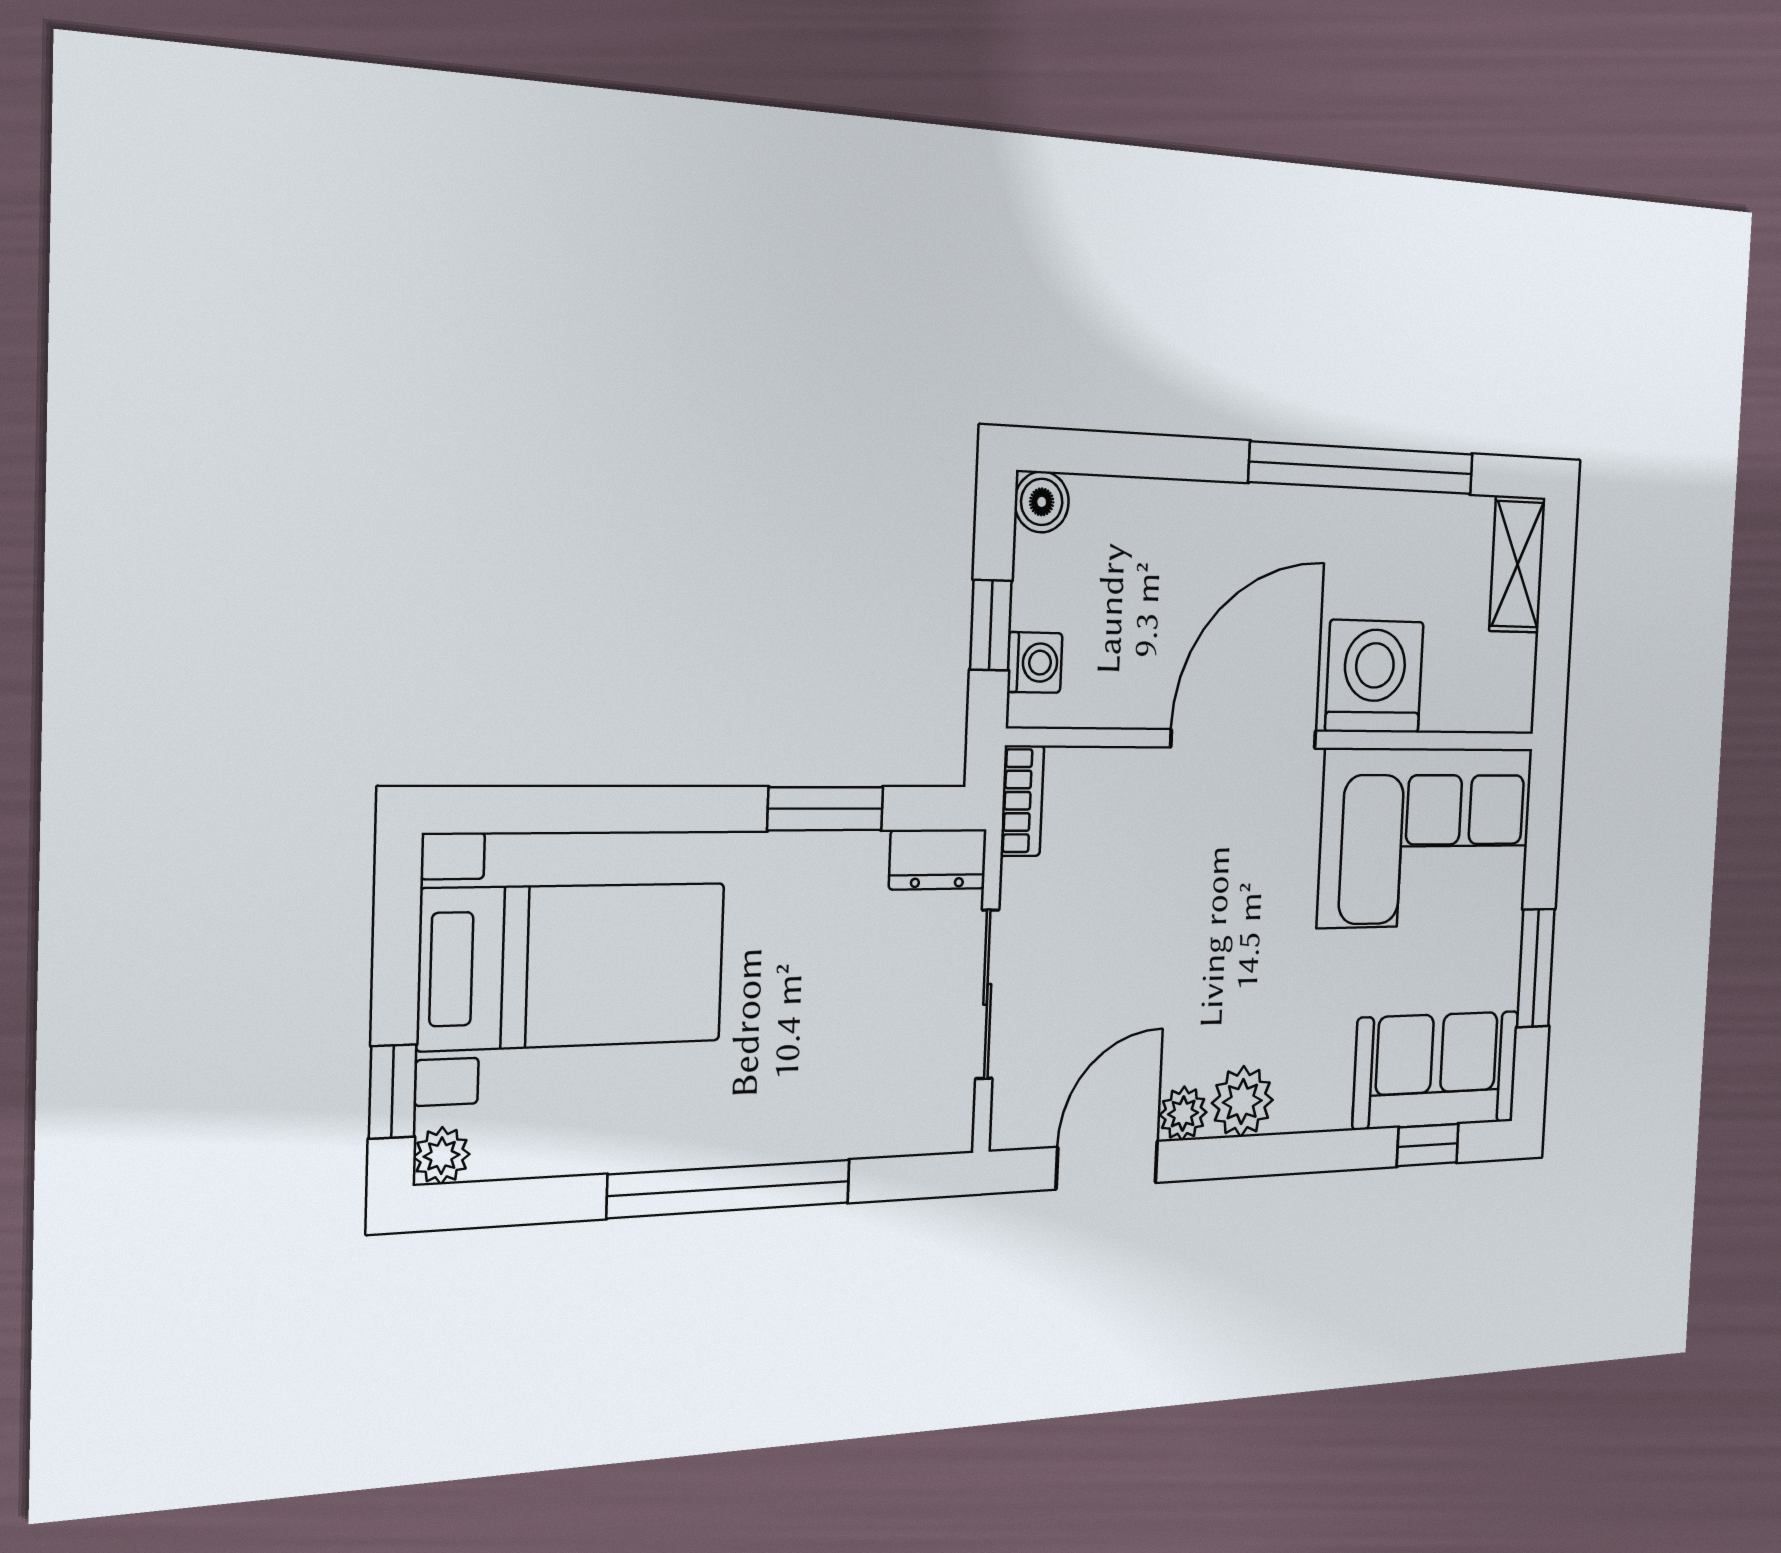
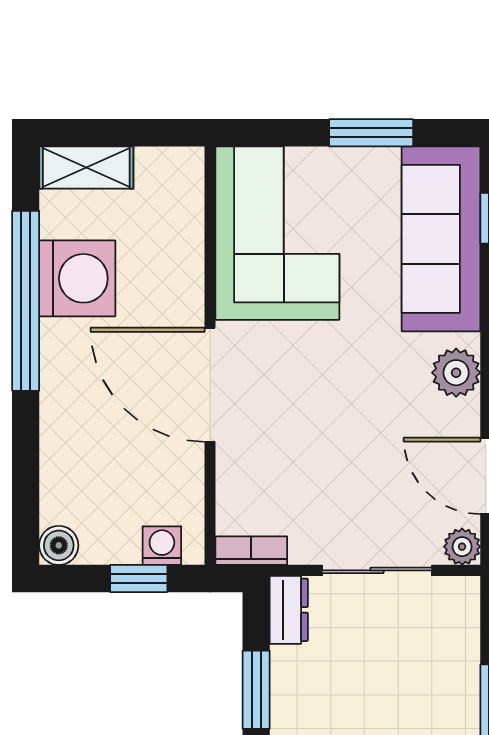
washing machine: (1374, 677) -> (77, 278), moved, turned 180
sofa: (1436, 1070) -> (441, 239), width x1.36
plant: (1183, 1113) -> (462, 547), moved

